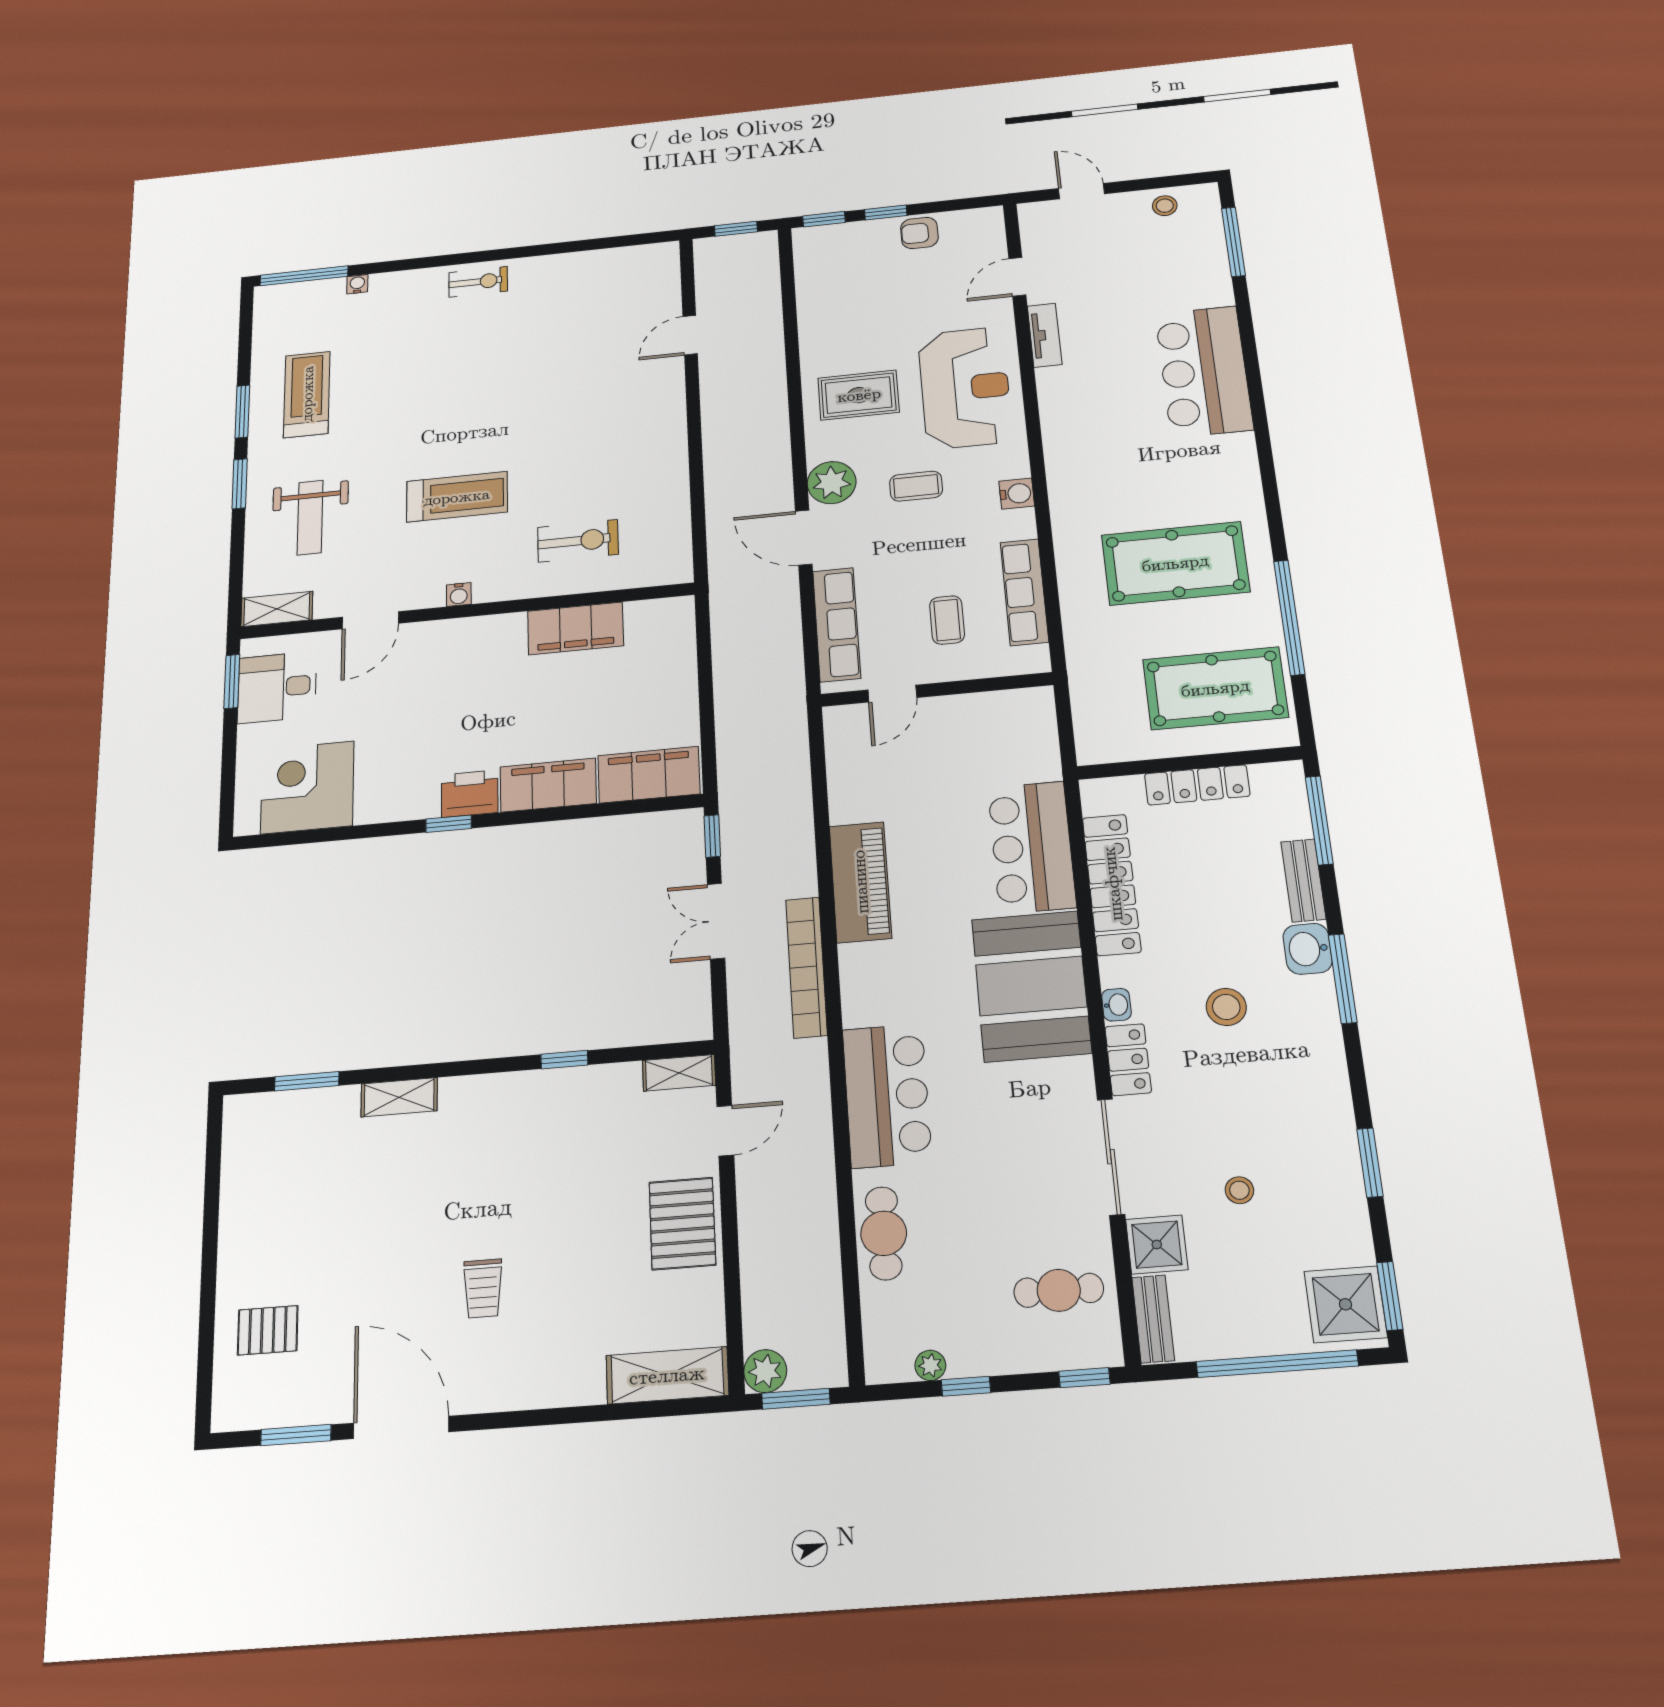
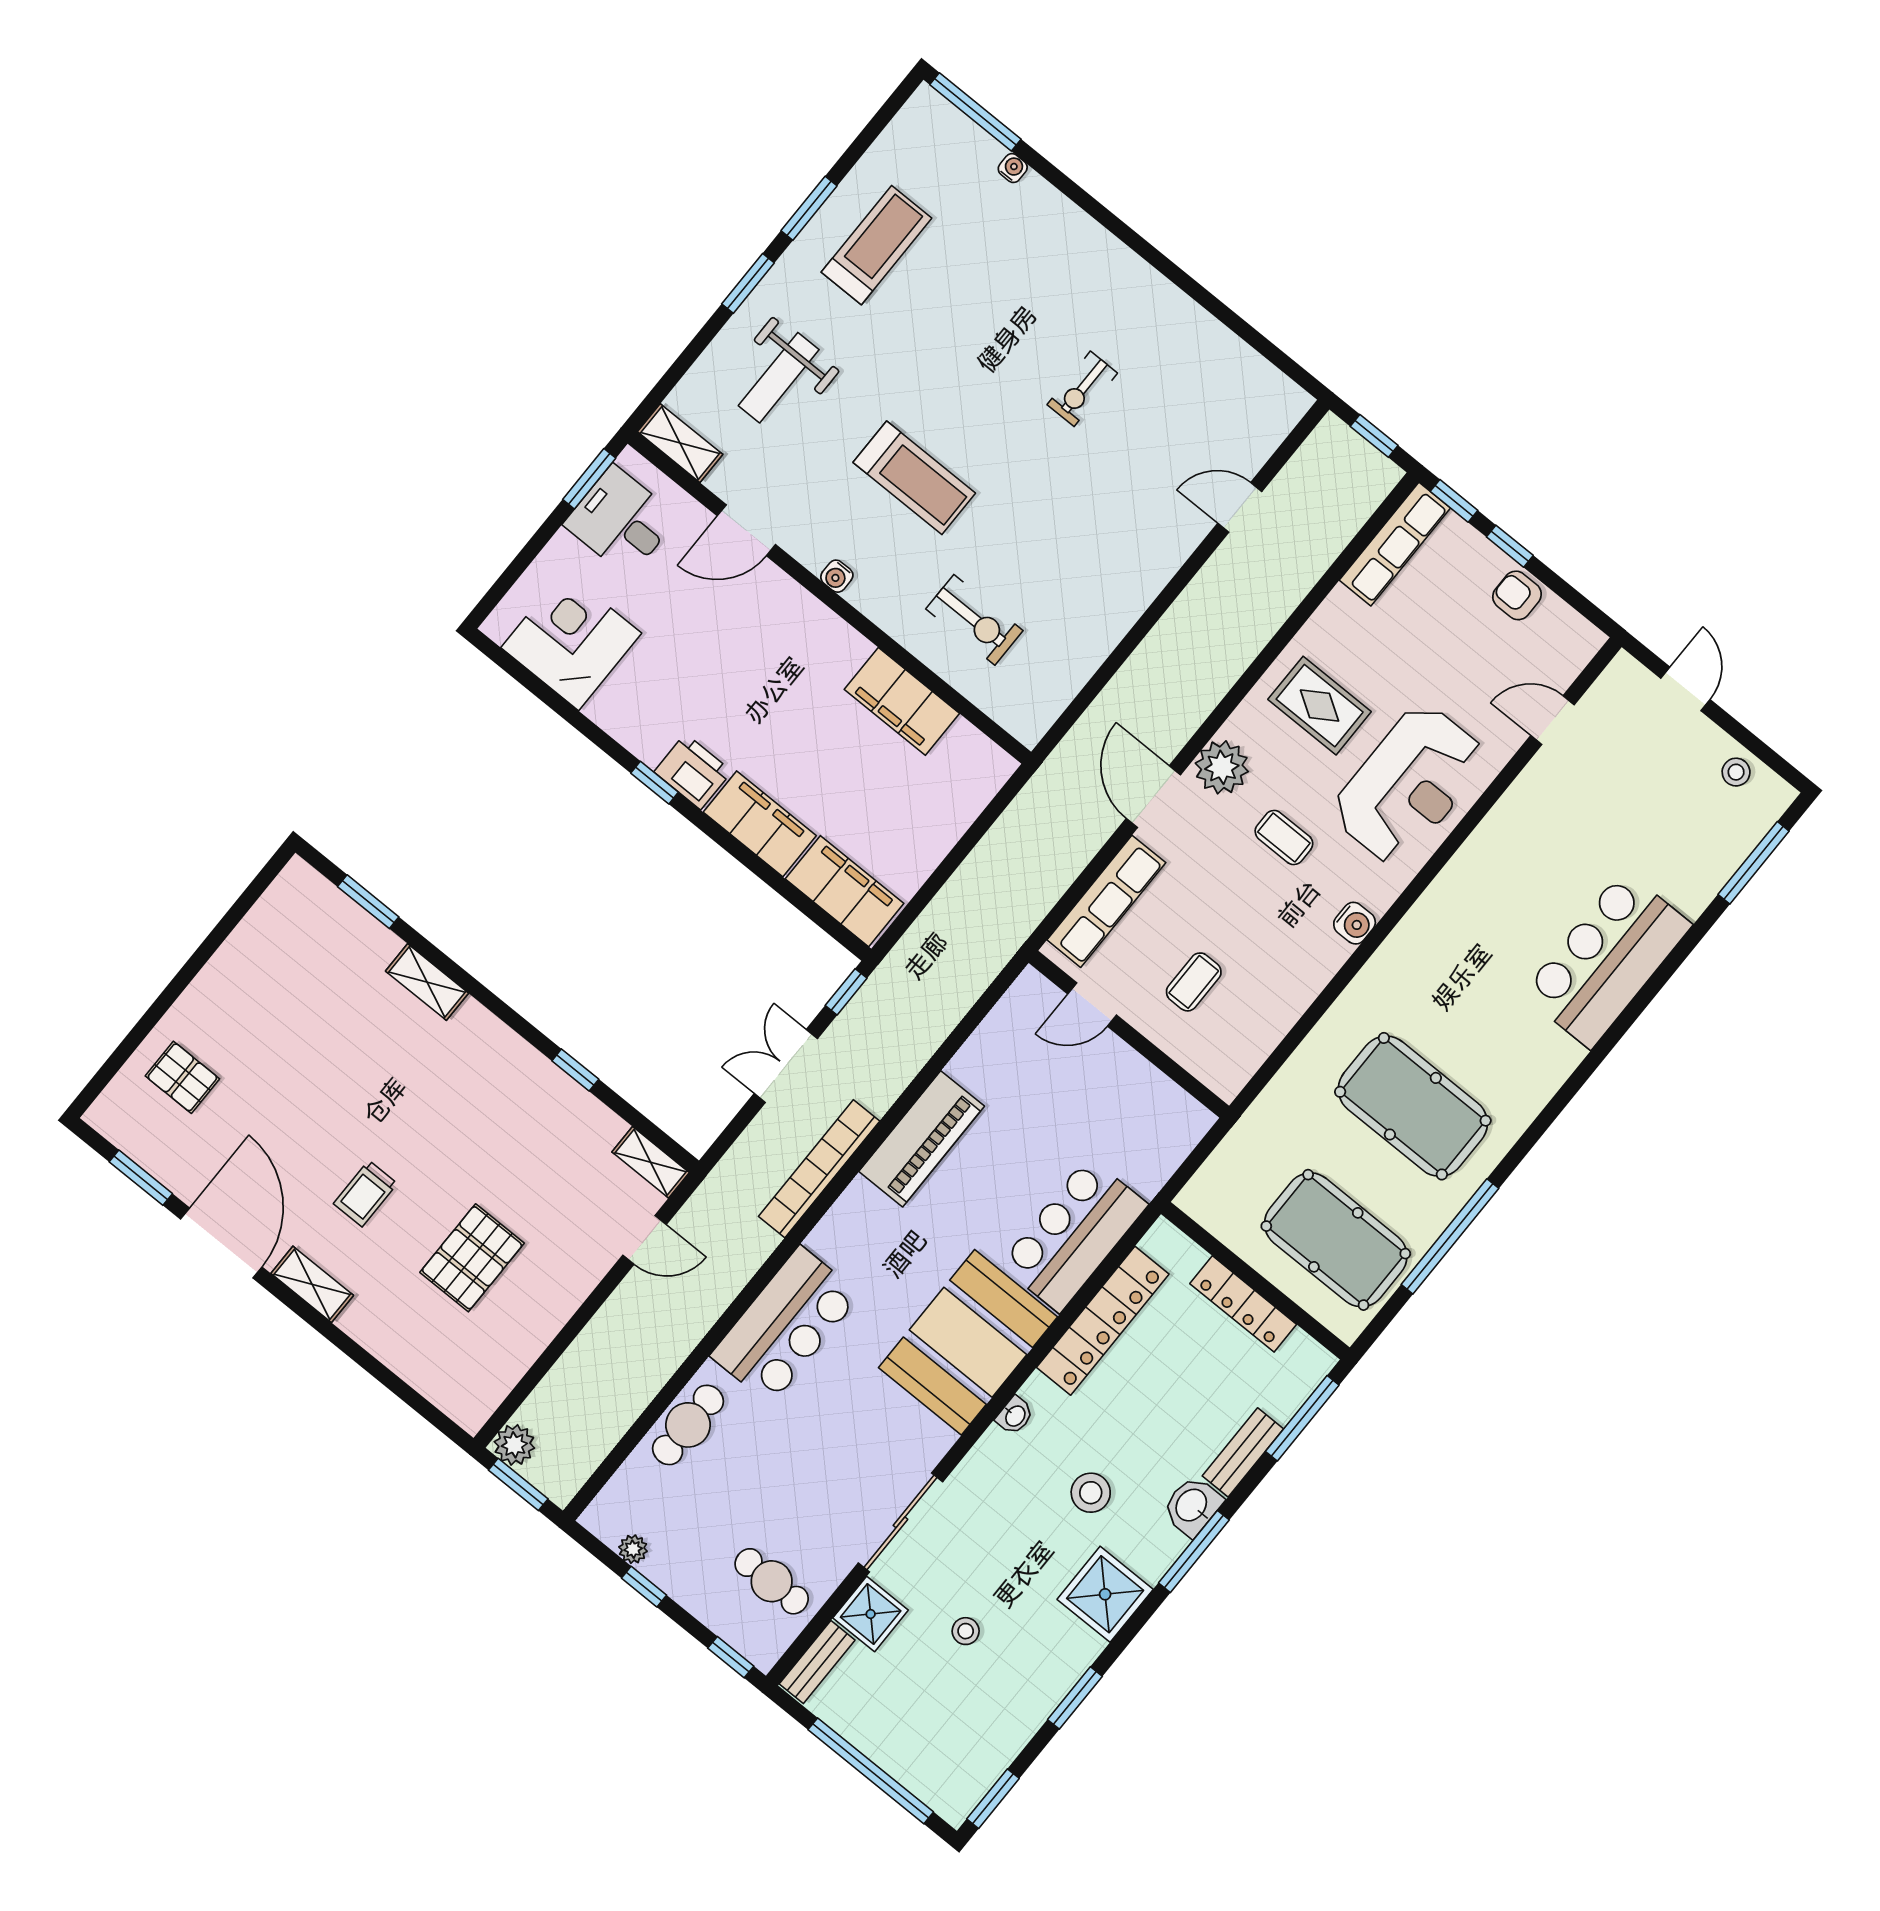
exercise bike: (478, 282) -> (1082, 389), moved, turned 90
tv unit: (1045, 335) -> (1519, 799), removed
row of seats: (1024, 592) -> (1395, 544), moved, turned 180
locker: (1128, 1060) -> (983, 1464), removed
pallet: (682, 1223) -> (472, 1258), moved
shower: (1346, 1304) -> (1105, 1594), moved
shelving: (667, 1375) -> (312, 1284), moved, width x0.67, depth x0.75

